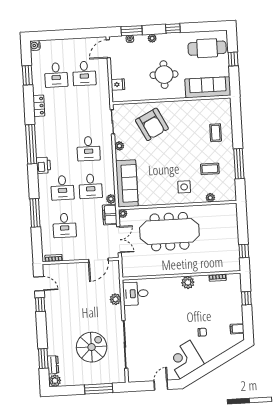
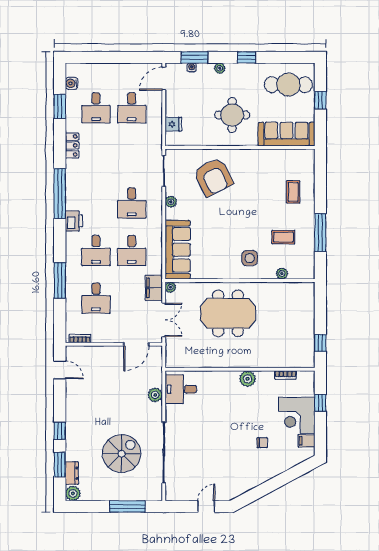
water cooler: (35, 45) -> (72, 83), moved
plant: (111, 199) -> (156, 268), removed
meeting table: (169, 232) -> (228, 313), width x0.73
window: (40, 305) -> (60, 431), moved
corner desk: (185, 360) -> (297, 415), moved, turned -62

